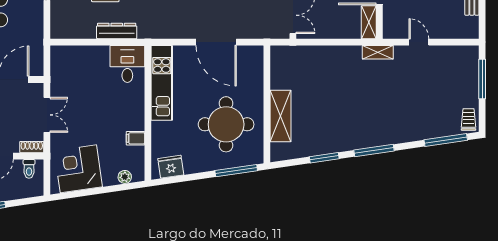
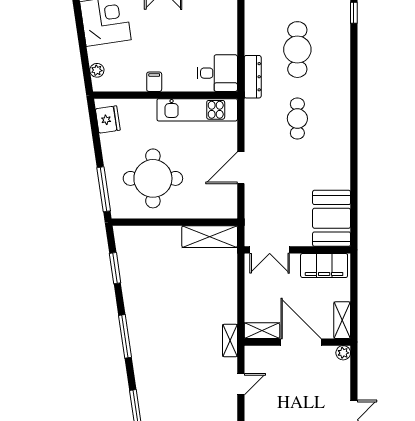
dresser: (117, 31) -> (253, 77), moved
door: (216, 42) -> (241, 168), width x0.73
shelving: (281, 116) -> (210, 237), moved
filing cabinet: (135, 138) -> (154, 82), moved
window: (324, 158) -> (115, 268), moved

